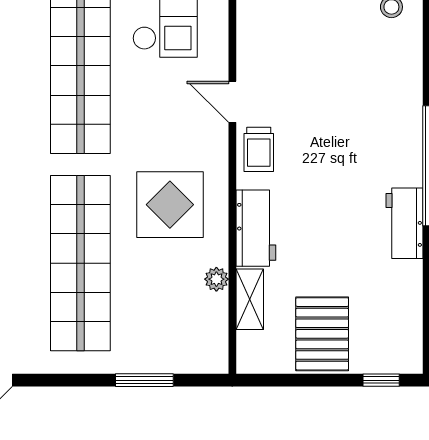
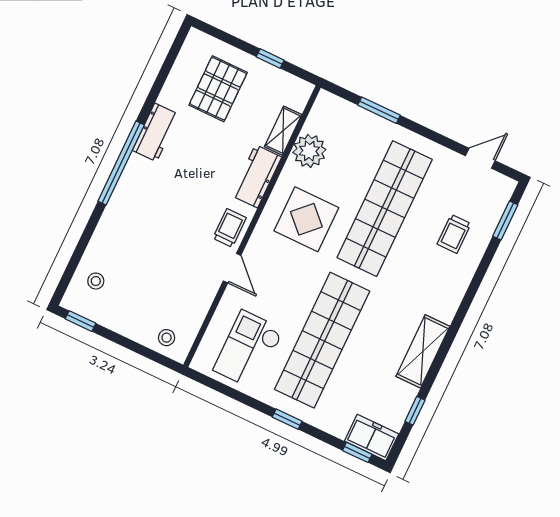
plant: (216, 279) -> (309, 151), width x1.88, depth x1.88
pallet: (322, 334) -> (218, 89), moved
window: (381, 380) -> (270, 58), moved

